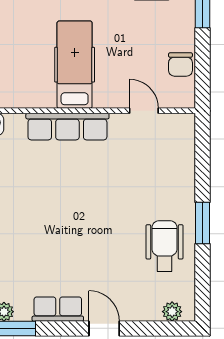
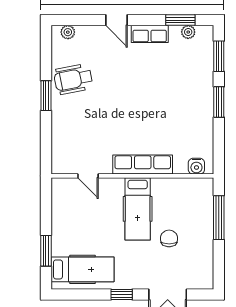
chair: (180, 64) -> (169, 238), moved
wheelchair: (164, 246) -> (73, 79), turned 79

